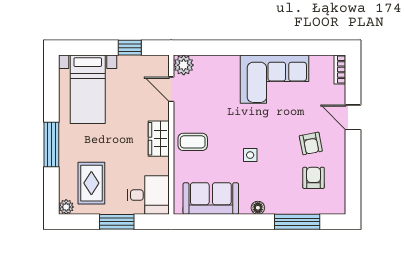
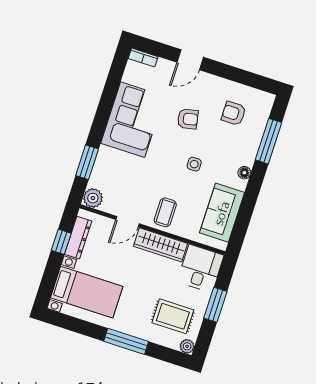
window: (217, 48) -> (87, 162), added
dresser: (139, 63) -> (78, 238), added
door: (171, 89) -> (127, 222), moved
wardrobe: (159, 139) -> (161, 245), width x1.50
armchair: (311, 143) -> (188, 119), moved

